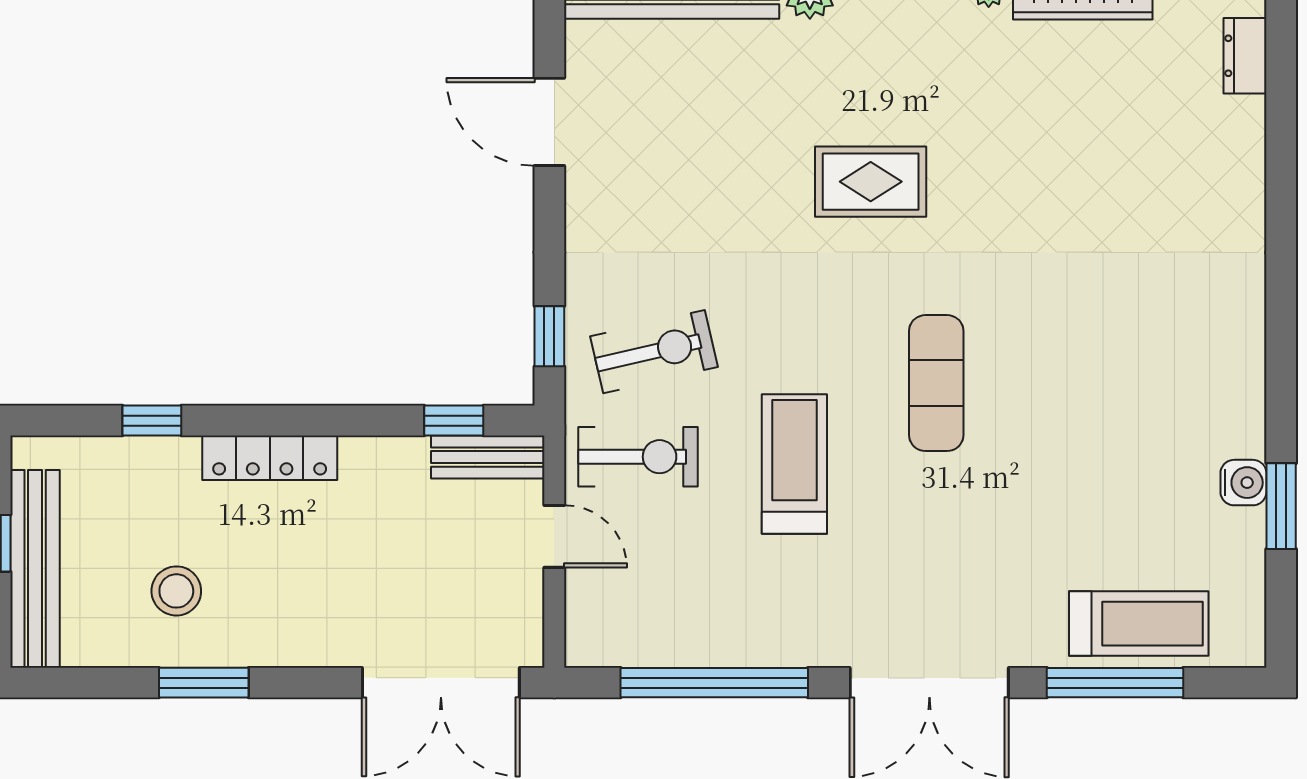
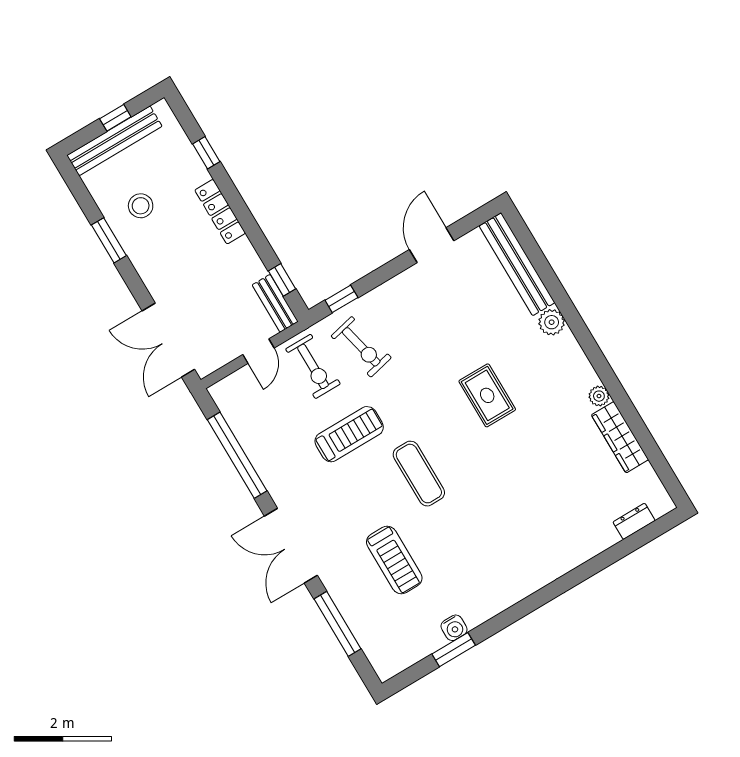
exercise mat: (936, 383) -> (419, 474), turned 90
treadmill: (1139, 624) -> (394, 560), moved

